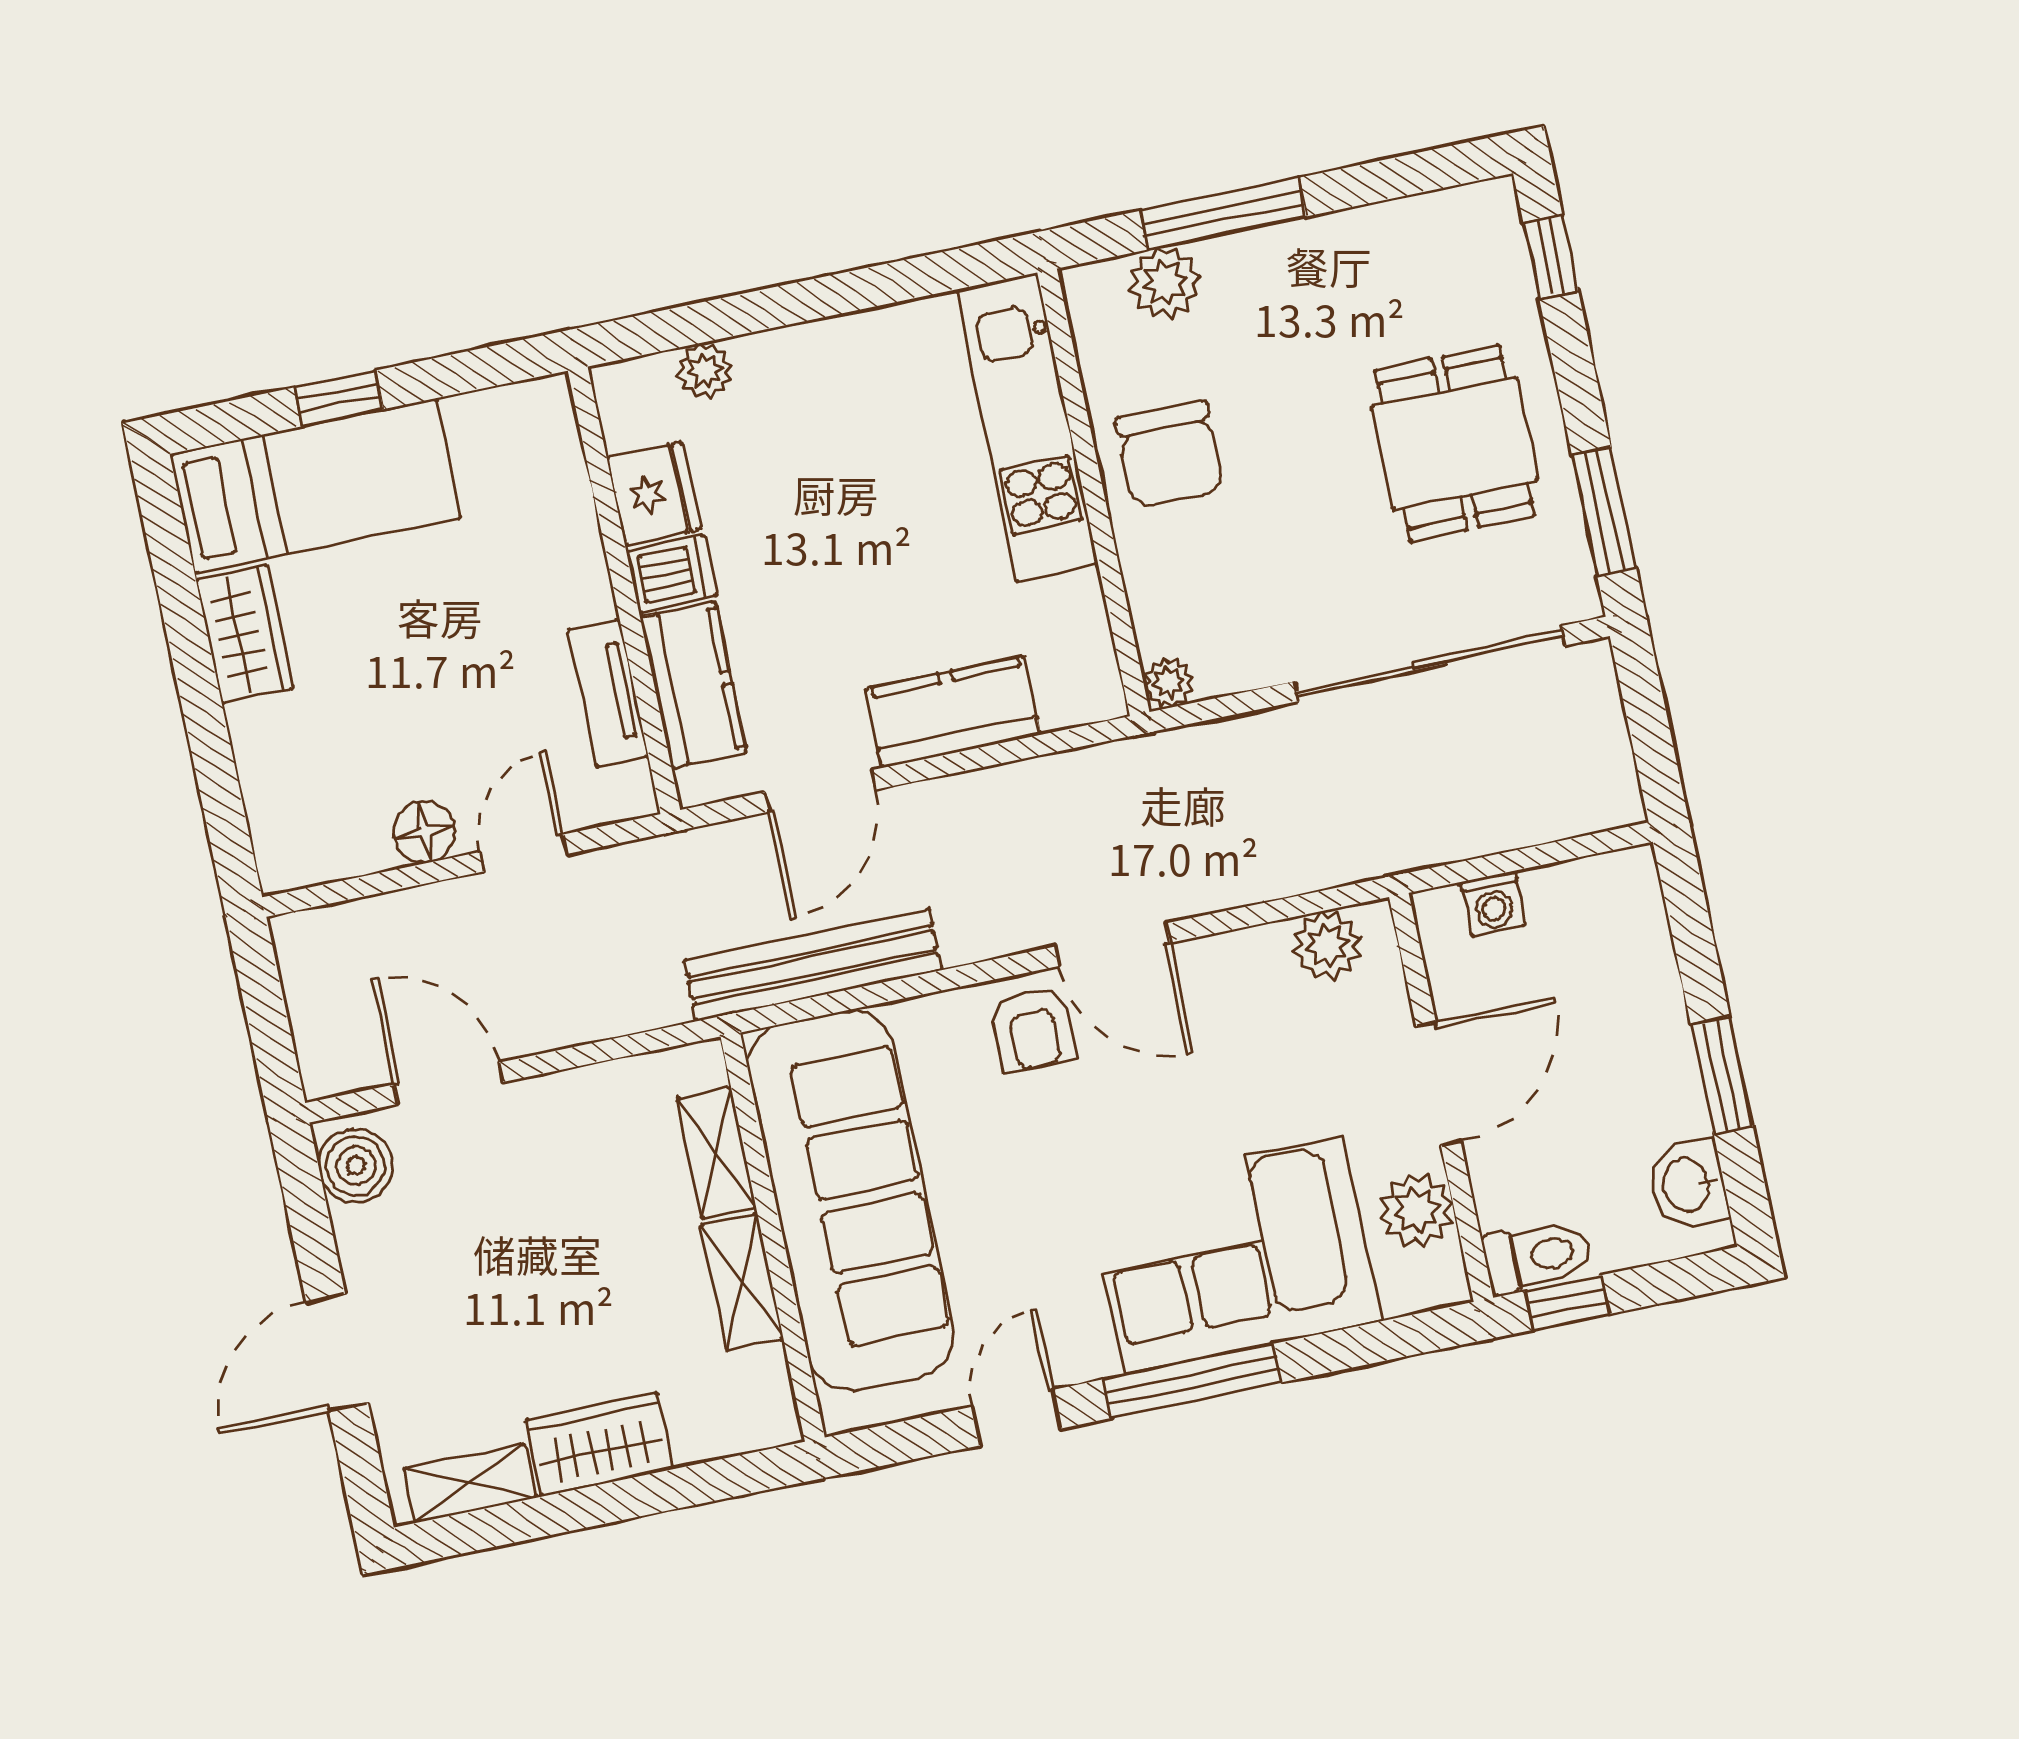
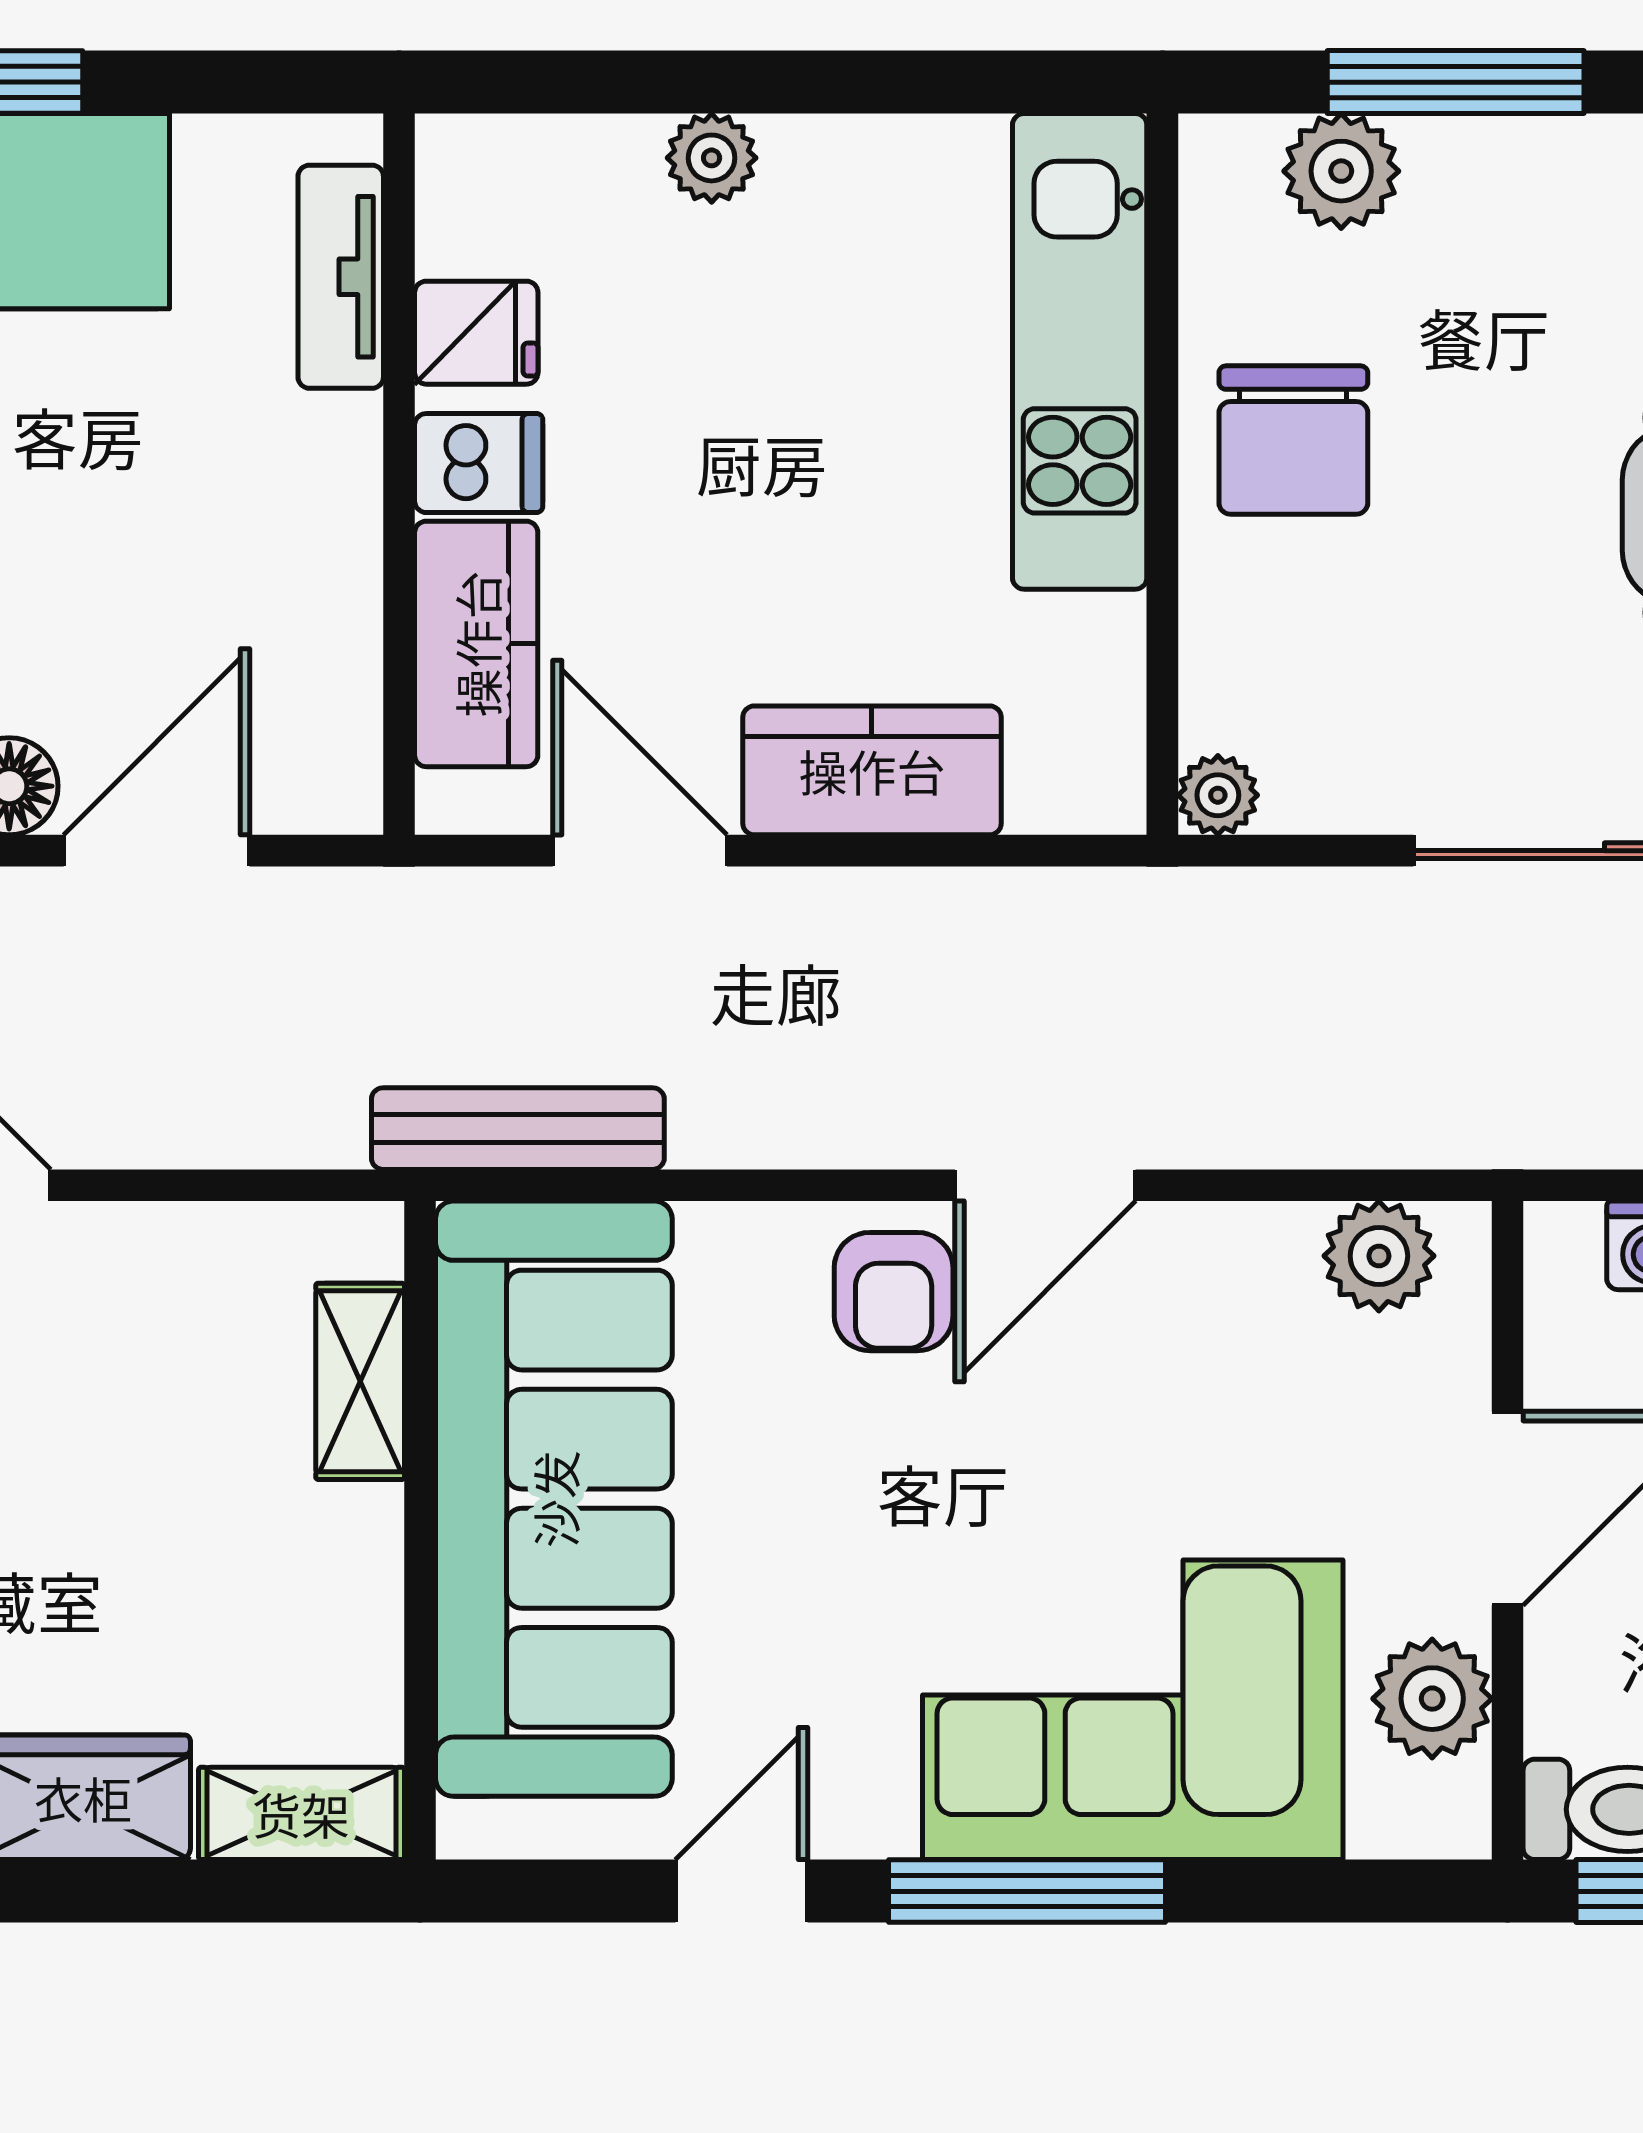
plant: (705, 371) -> (712, 158), moved
fridge: (653, 493) -> (476, 333), width x0.72
tv unit: (608, 693) -> (341, 277), moved
door: (820, 791) -> (640, 851), swing flipped
door: (523, 853) -> (157, 851), width x1.38
door: (1113, 945) -> (1045, 1185), hinge flipped
bench: (813, 965) -> (518, 1129), width x0.73, depth x0.82
shelving: (742, 1282) -> (301, 1813), moved, turned 90

